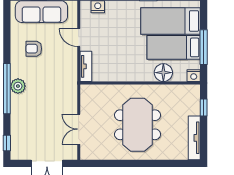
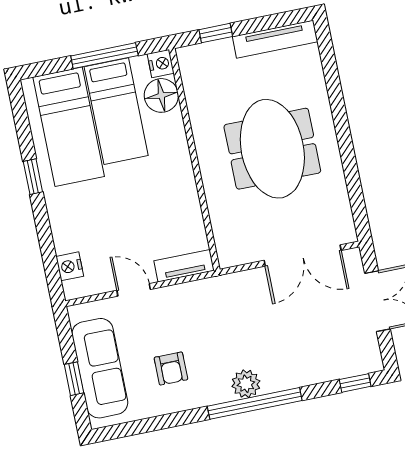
door: (79, 38) -> (134, 290), swing flipped
floor lamp: (163, 73) -> (161, 95), moved
meeting table: (138, 125) -> (272, 149), turned 90
double door: (79, 129) -> (303, 255), width x1.37

